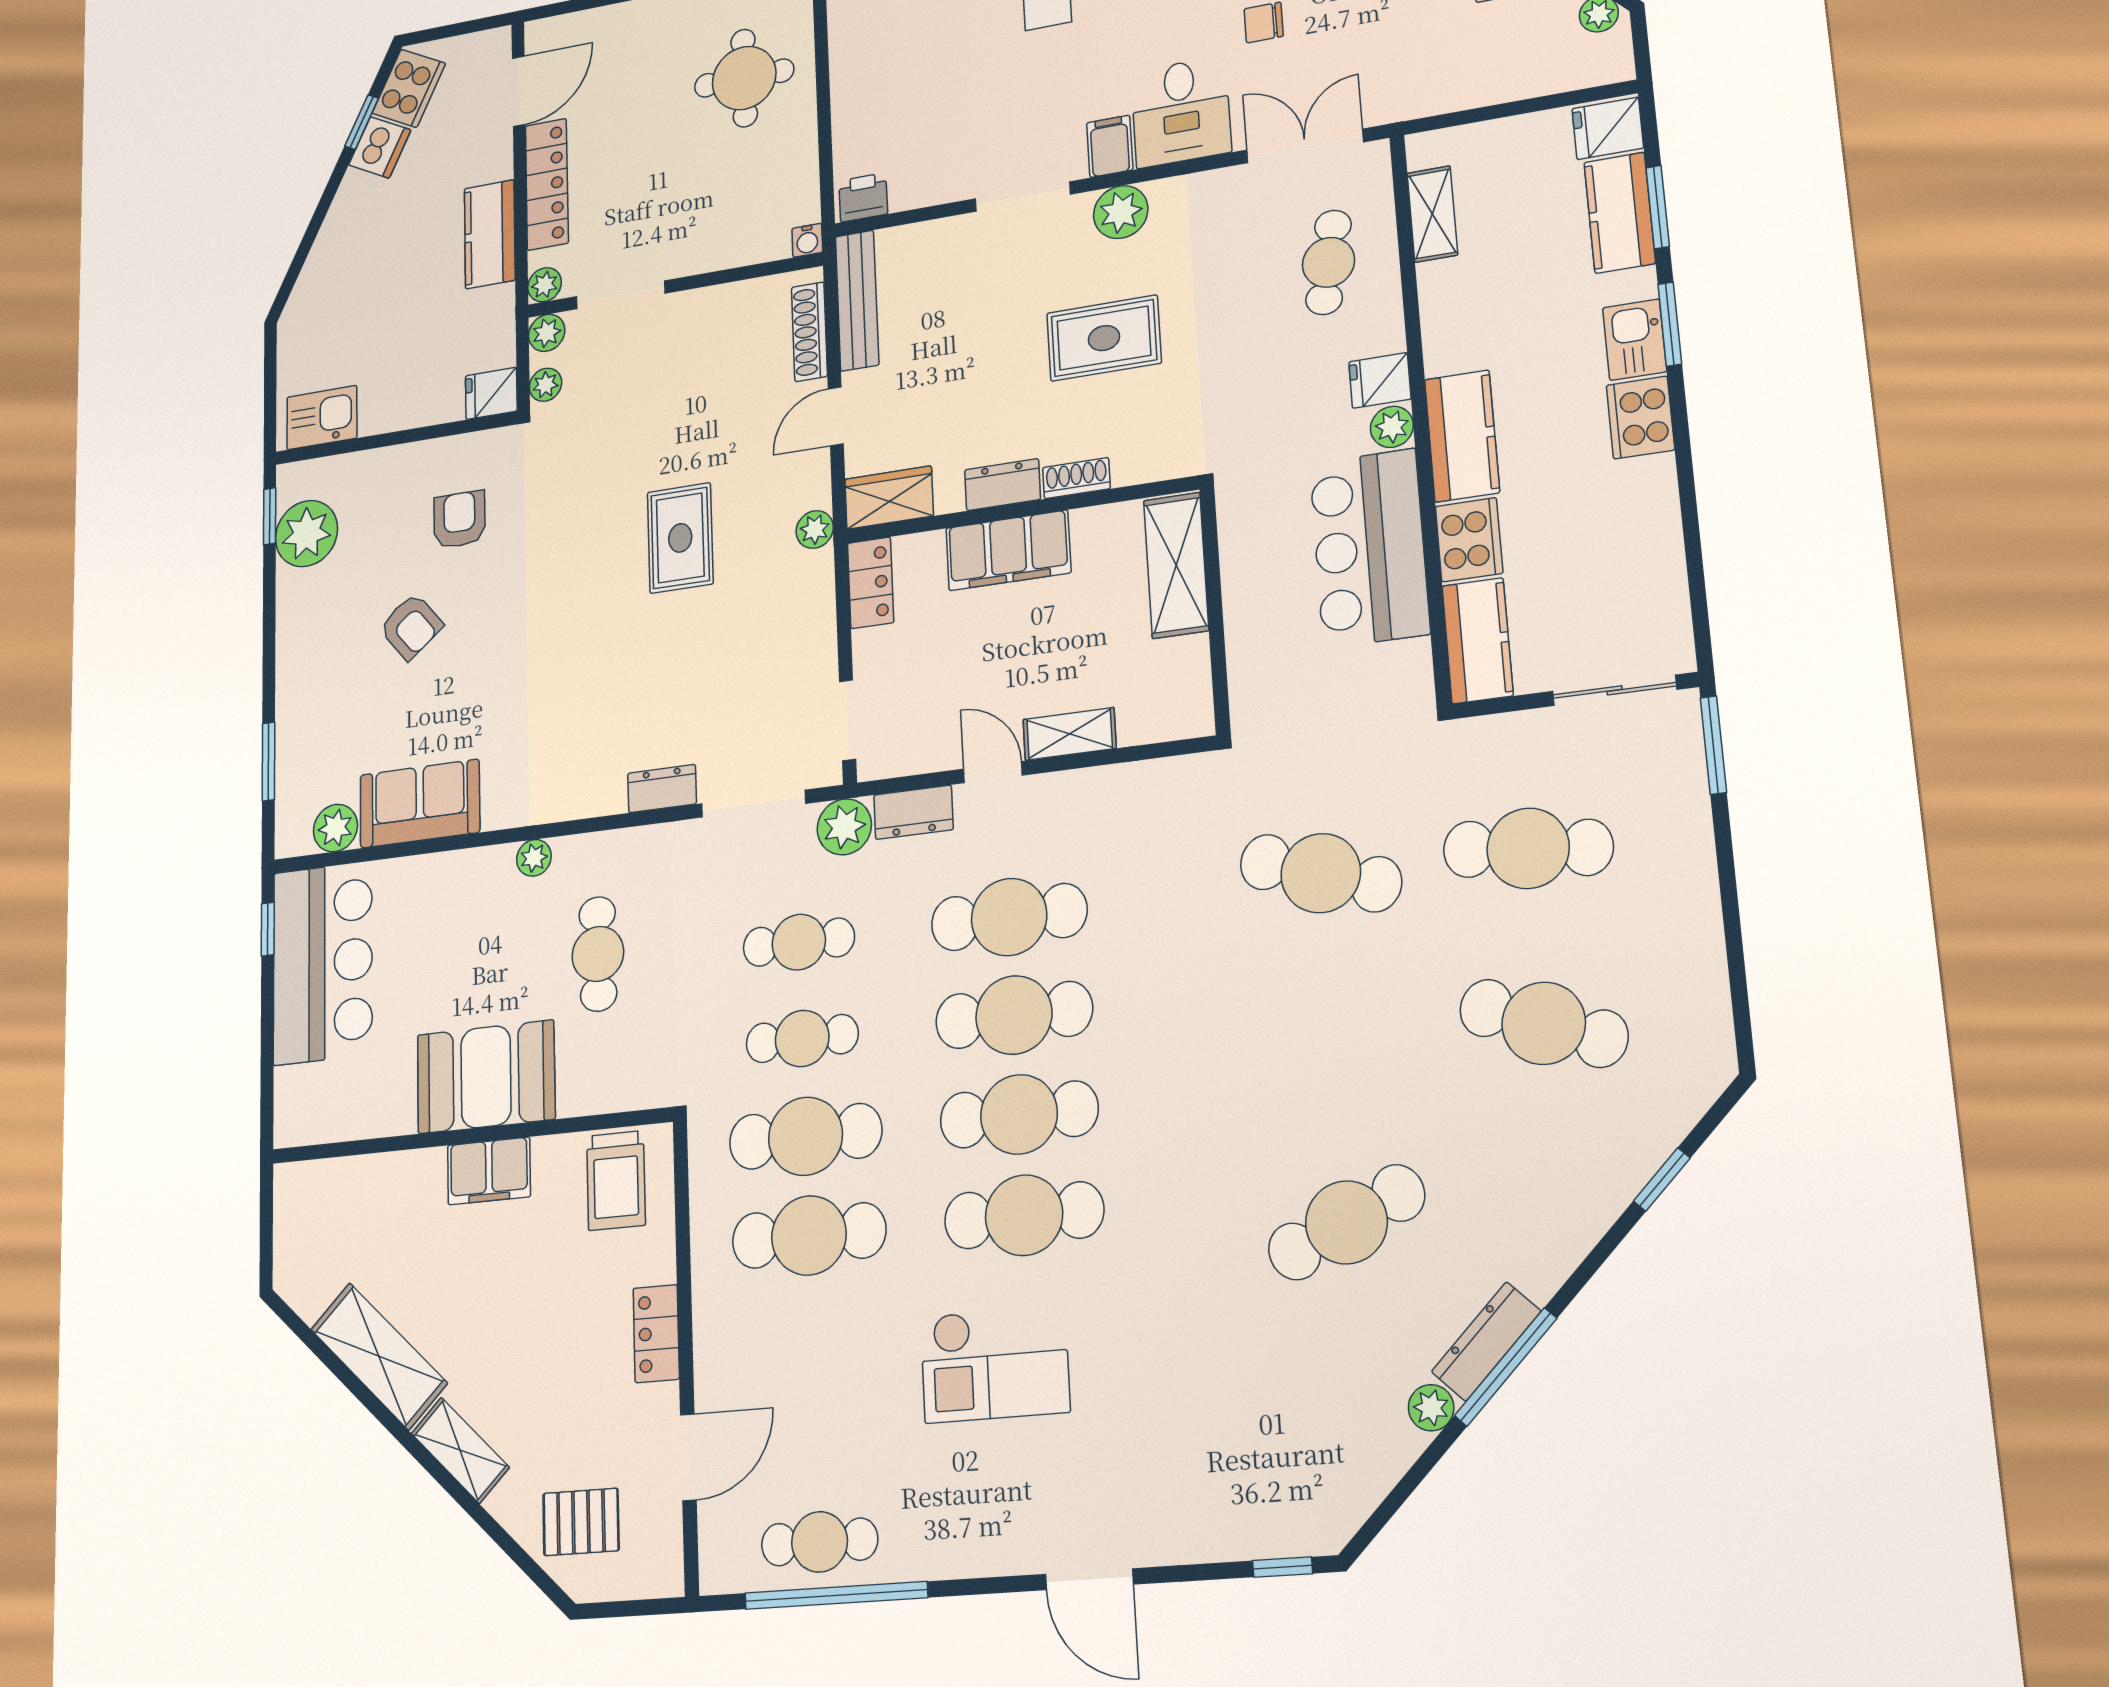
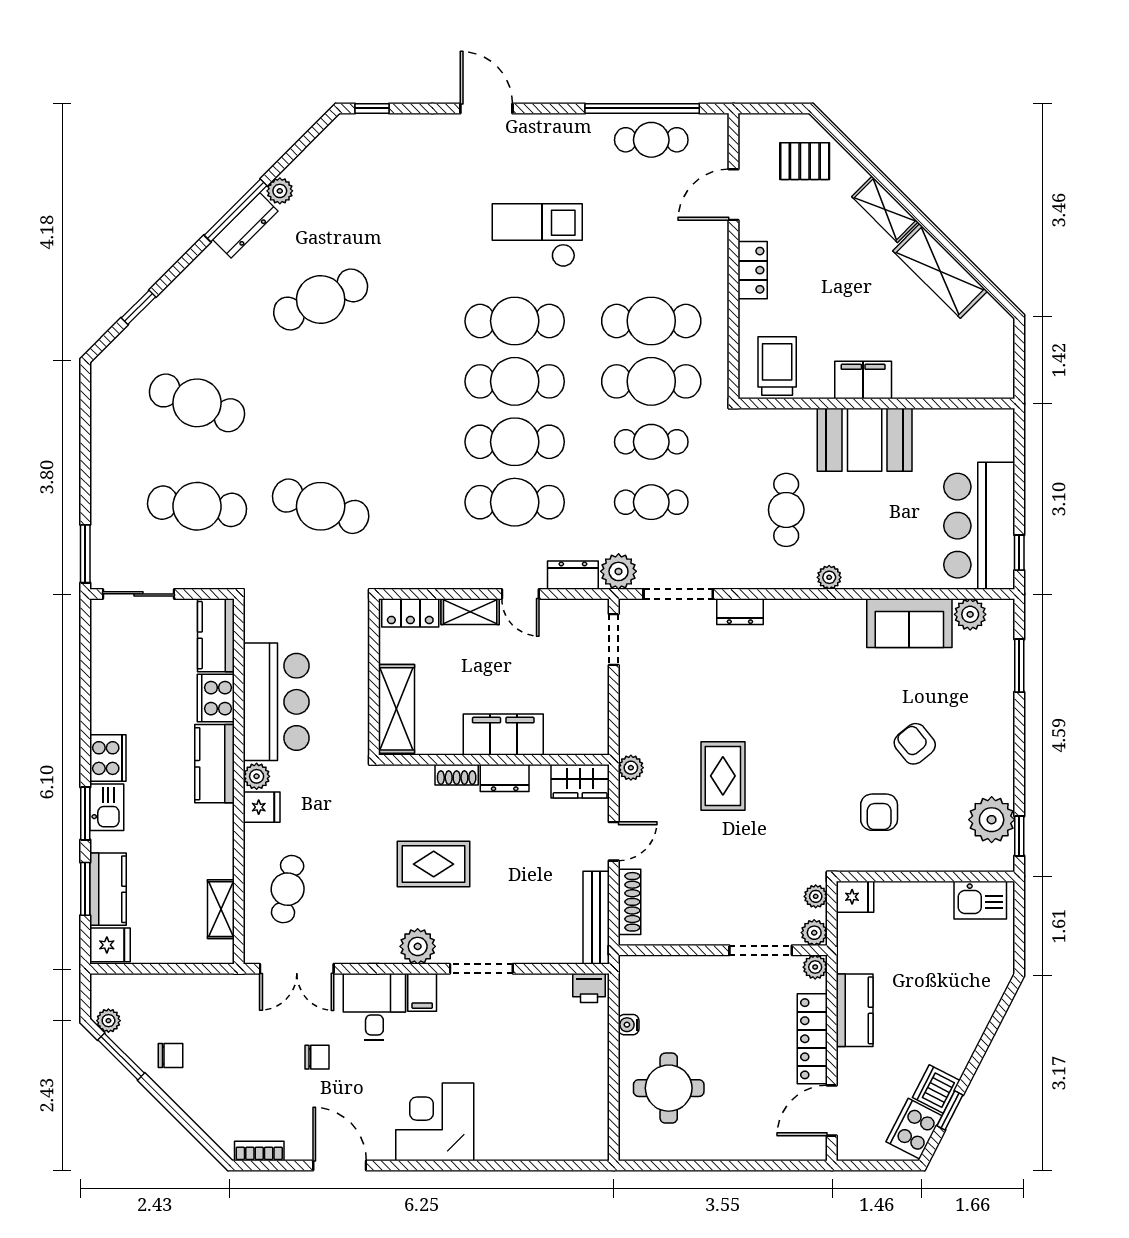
water cooler: (807, 240) -> (629, 1025), moved, turned -90
locker: (871, 583) -> (410, 613), moved, turned -90

